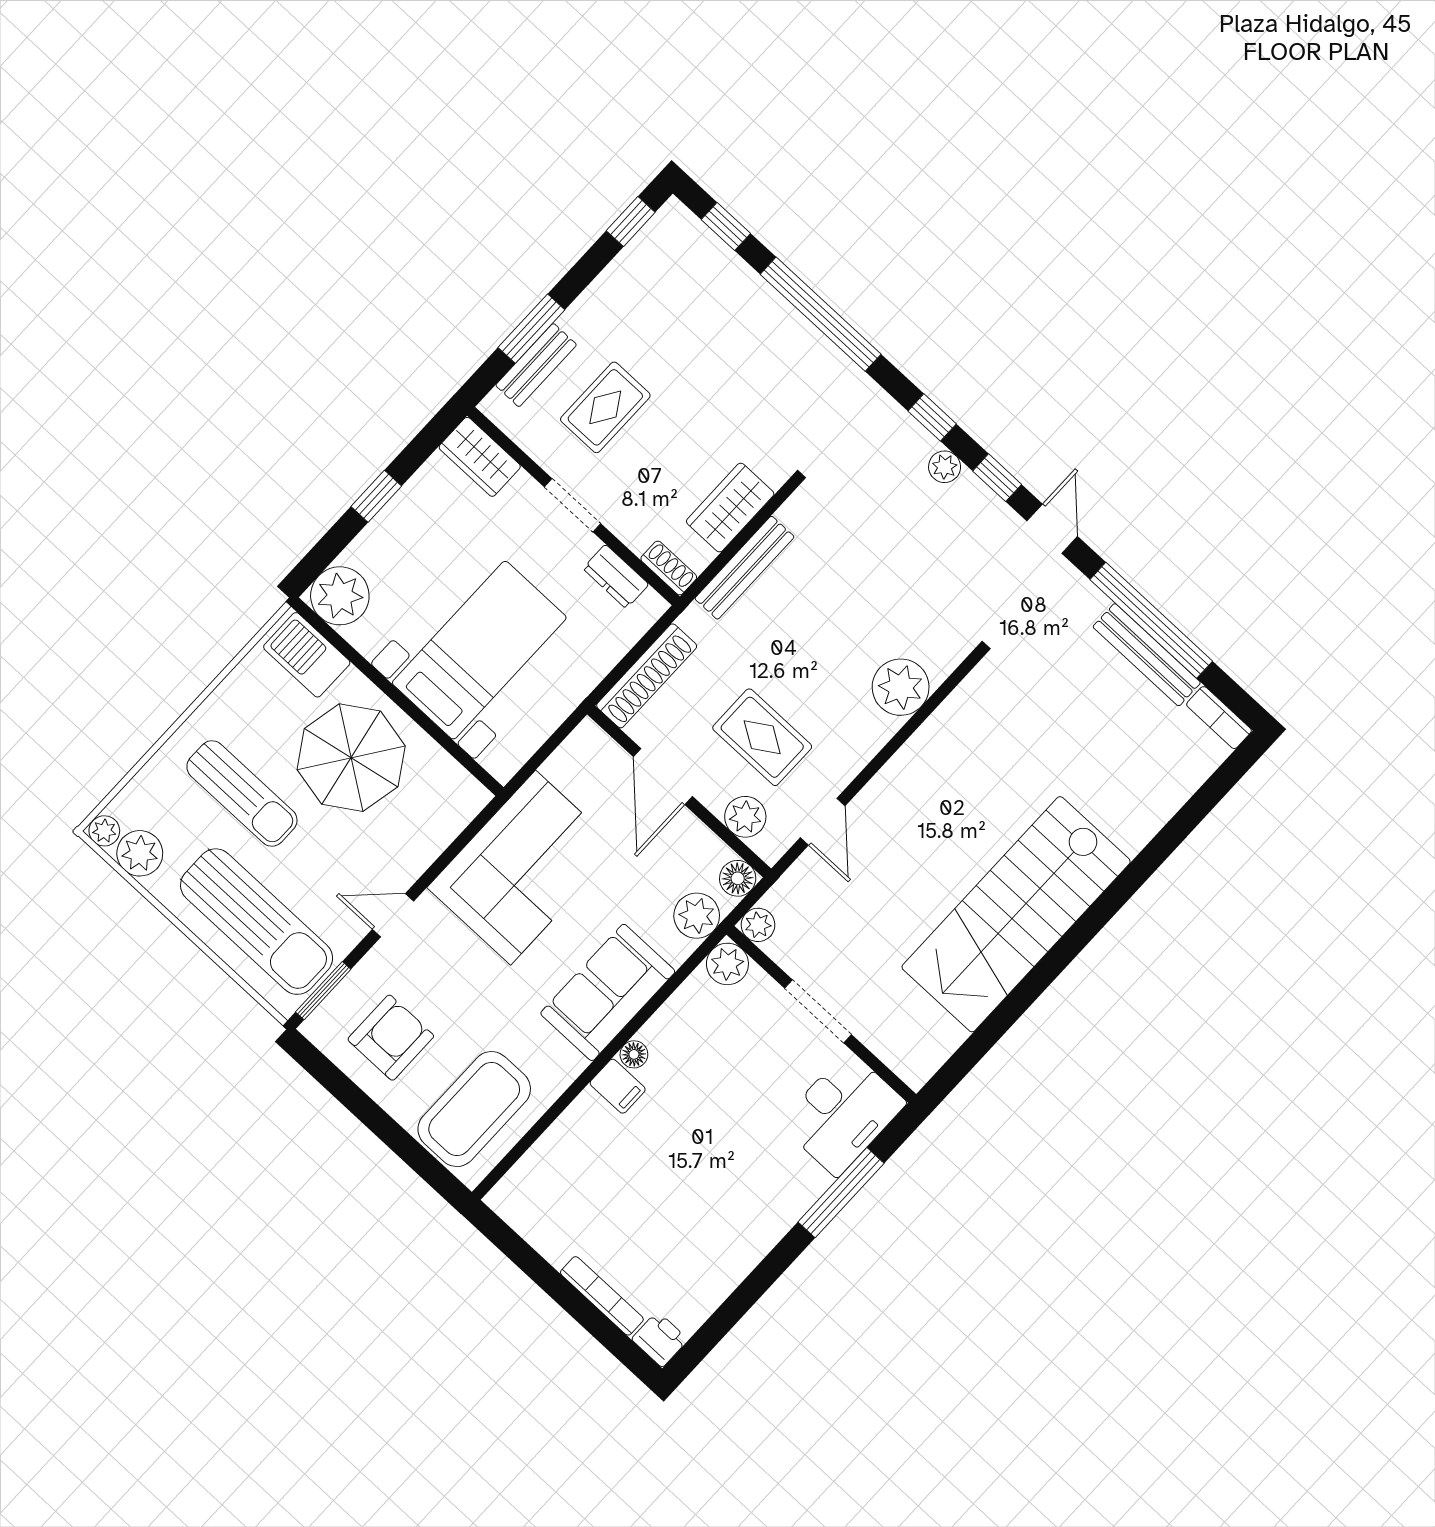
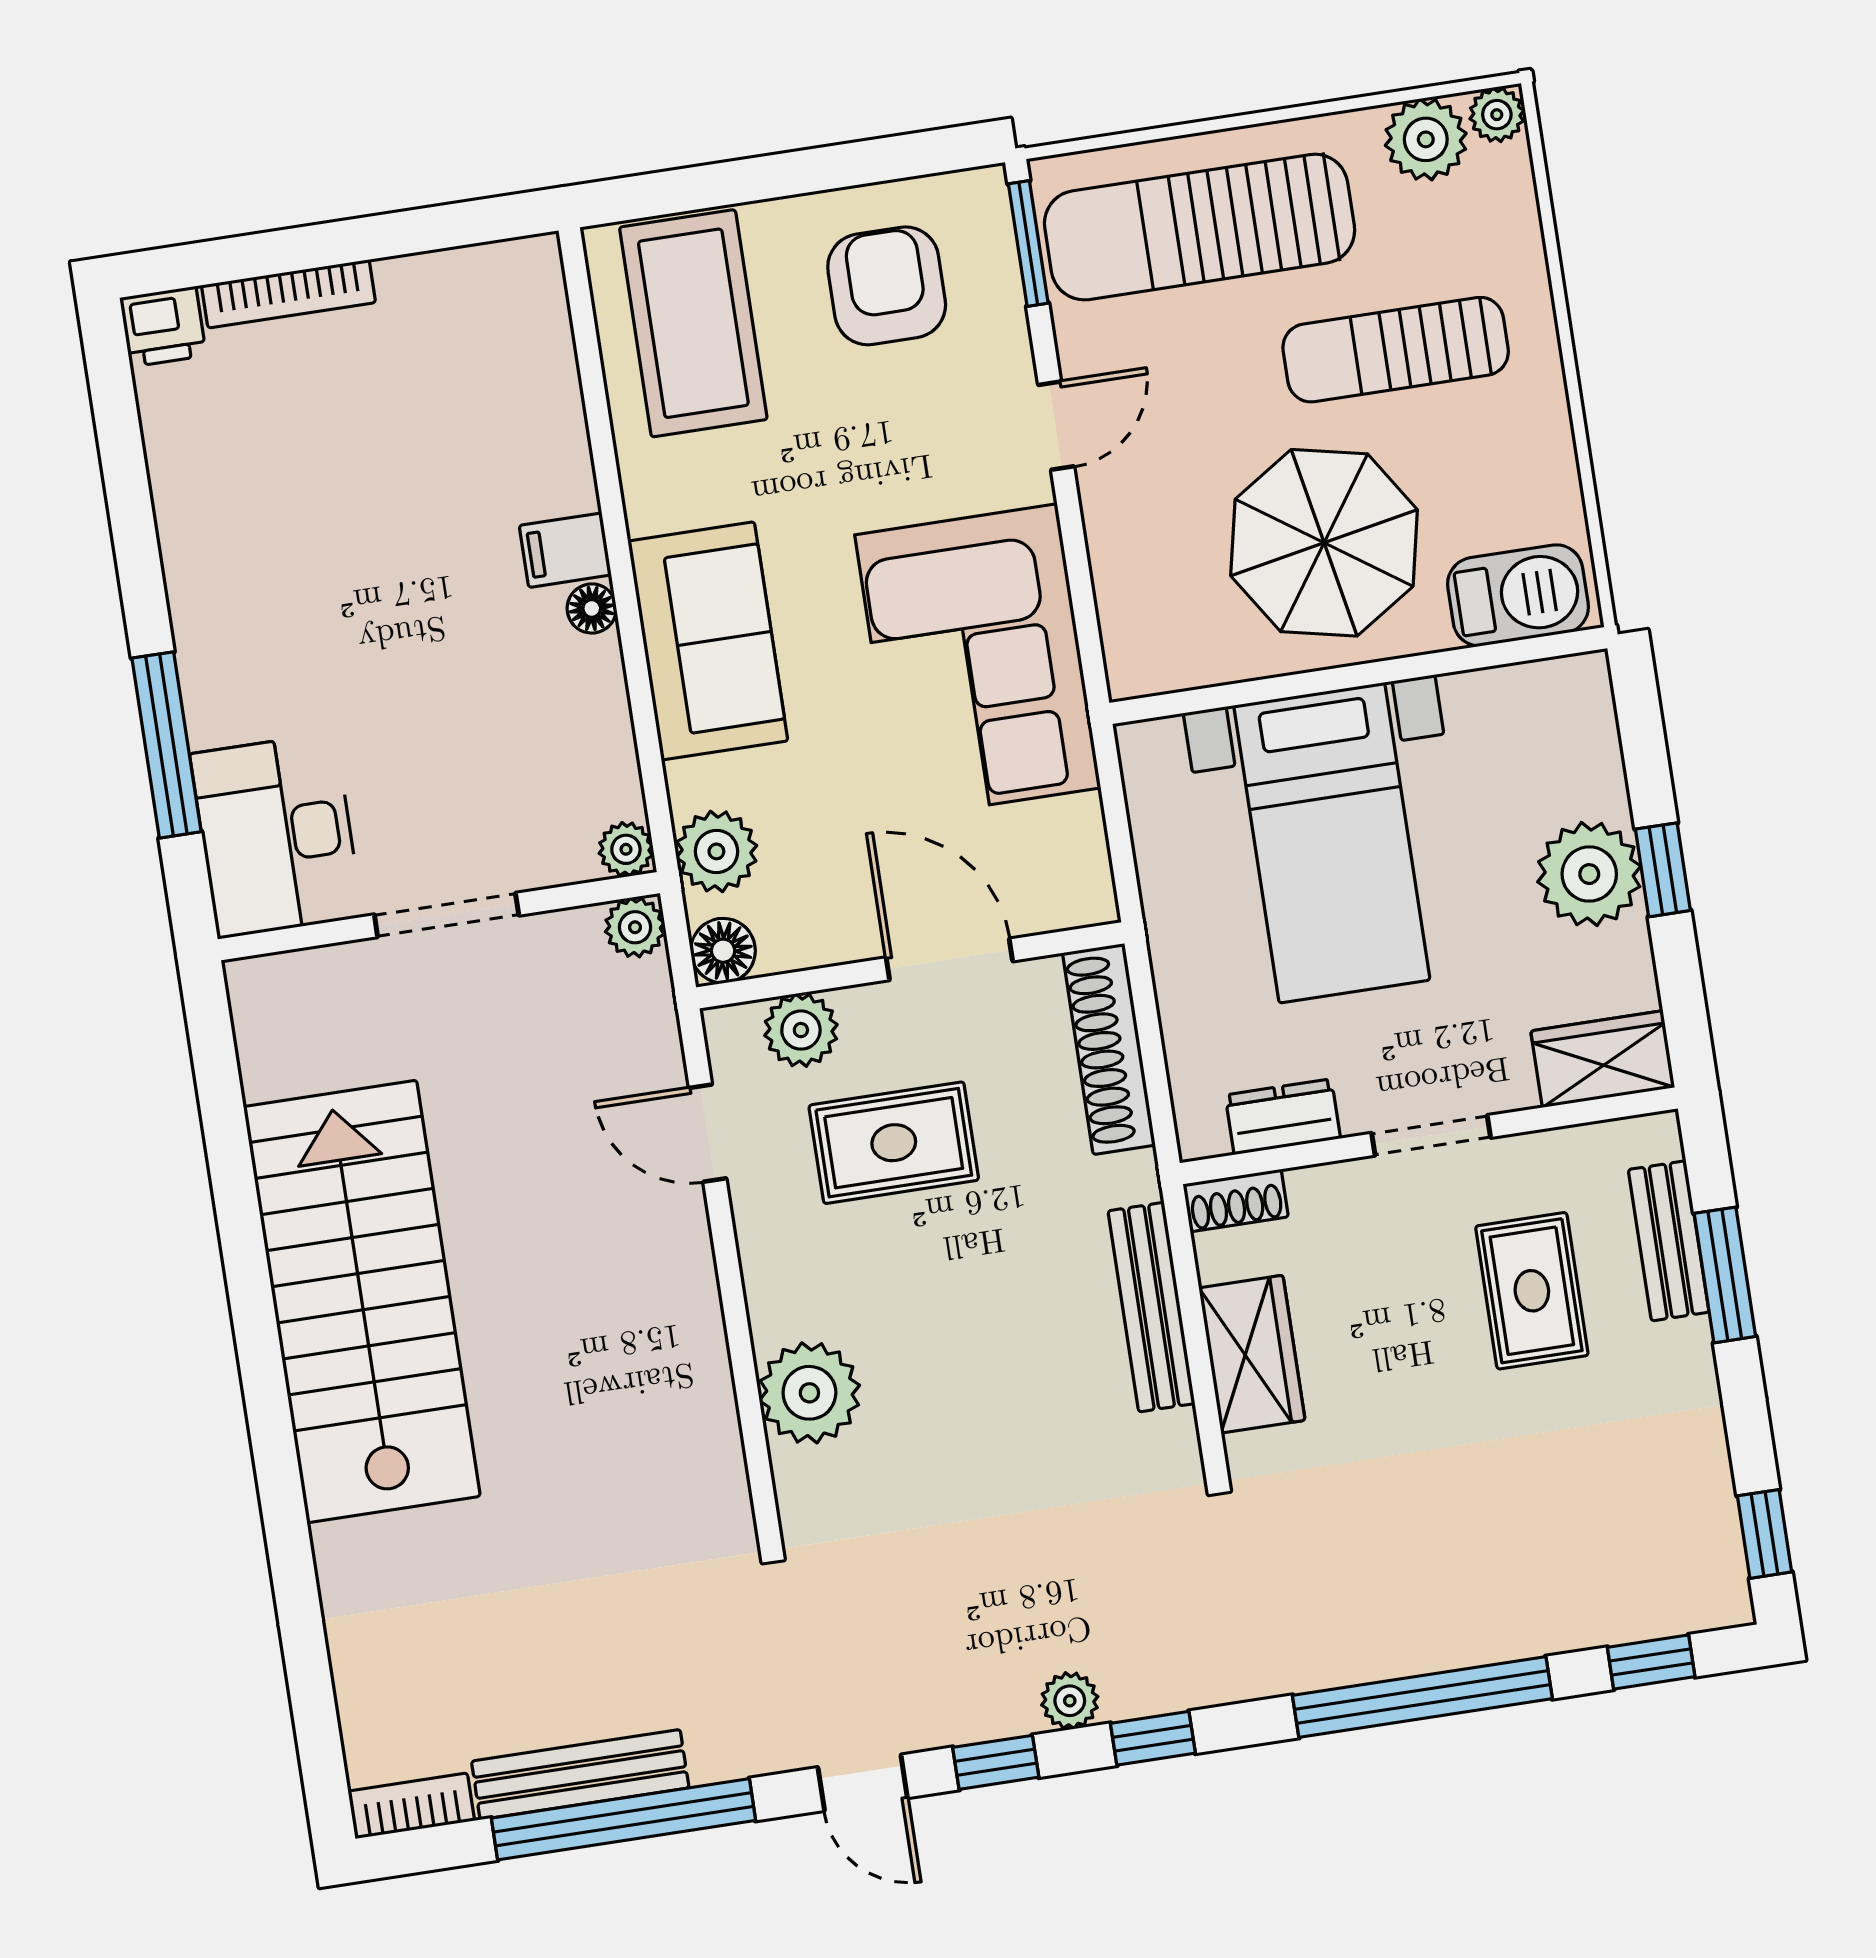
plant: (340, 596) -> (1589, 874), moved
plant: (727, 964) -> (626, 849), width x0.73, depth x0.73
armchair: (391, 1038) -> (887, 286), turned 180

